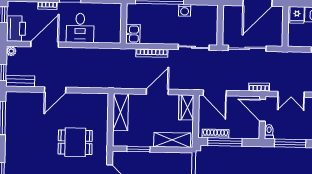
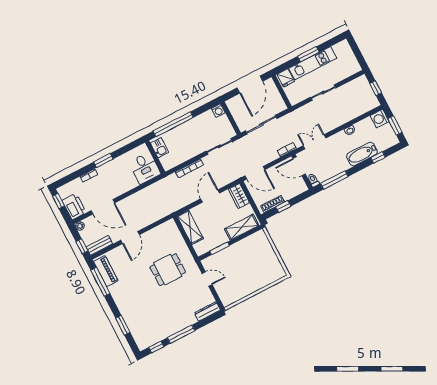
washing machine: (185, 10) -> (218, 111), moved
desk: (80, 28) -> (145, 168), moved
kitchen sink: (133, 34) -> (160, 148), moved
door: (45, 44) -> (103, 207), swing flipped
double door: (291, 94) -> (315, 142), swing flipped
piano: (13, 110) -> (106, 271), added
window: (225, 142) -> (283, 207), width x0.46

